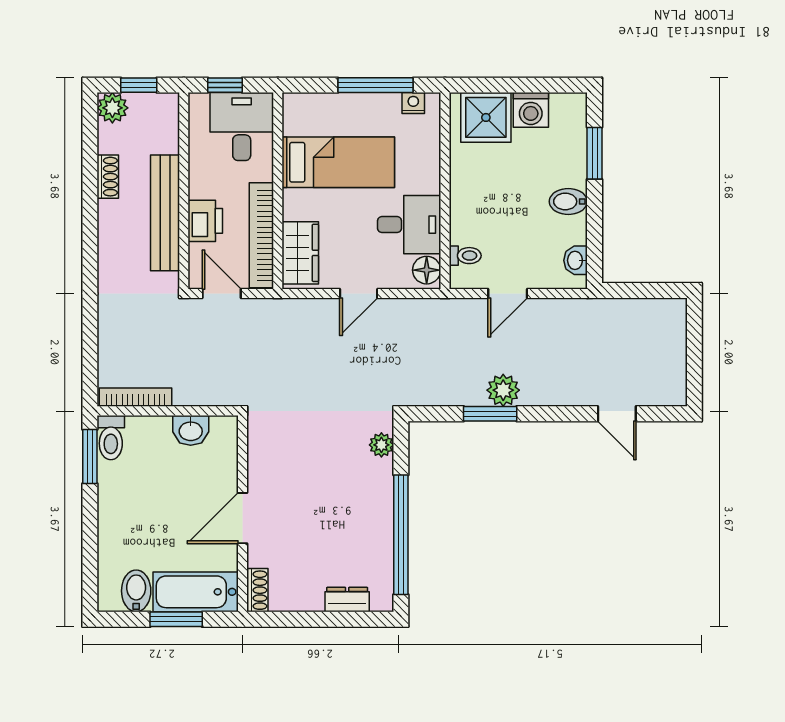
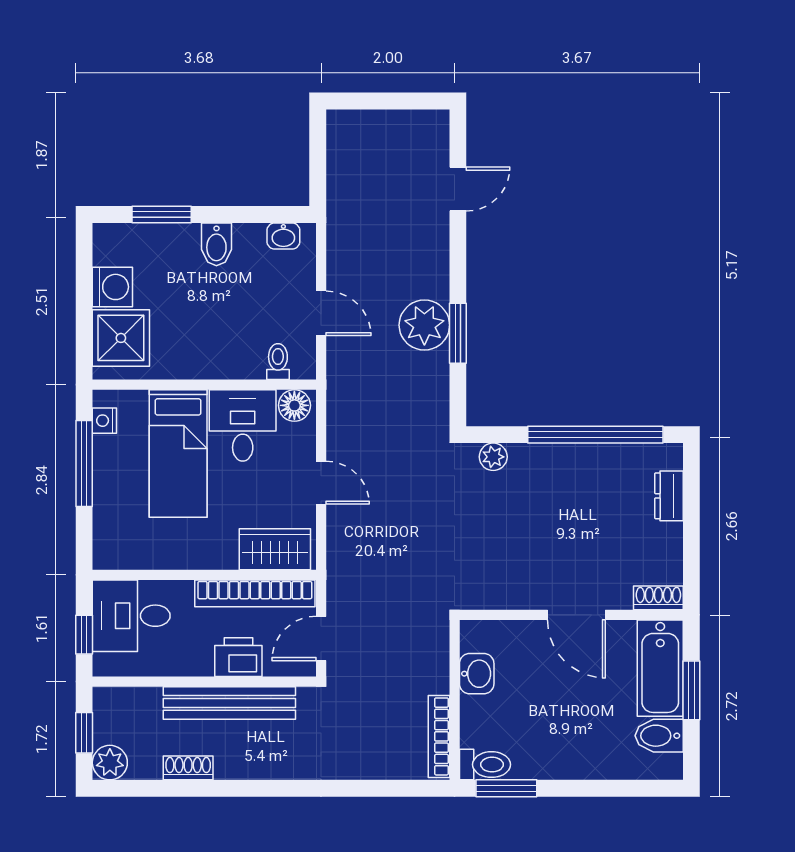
bed: (338, 162) -> (178, 453), moved, turned 180
plant: (503, 390) -> (424, 325), width x1.36, depth x1.36

